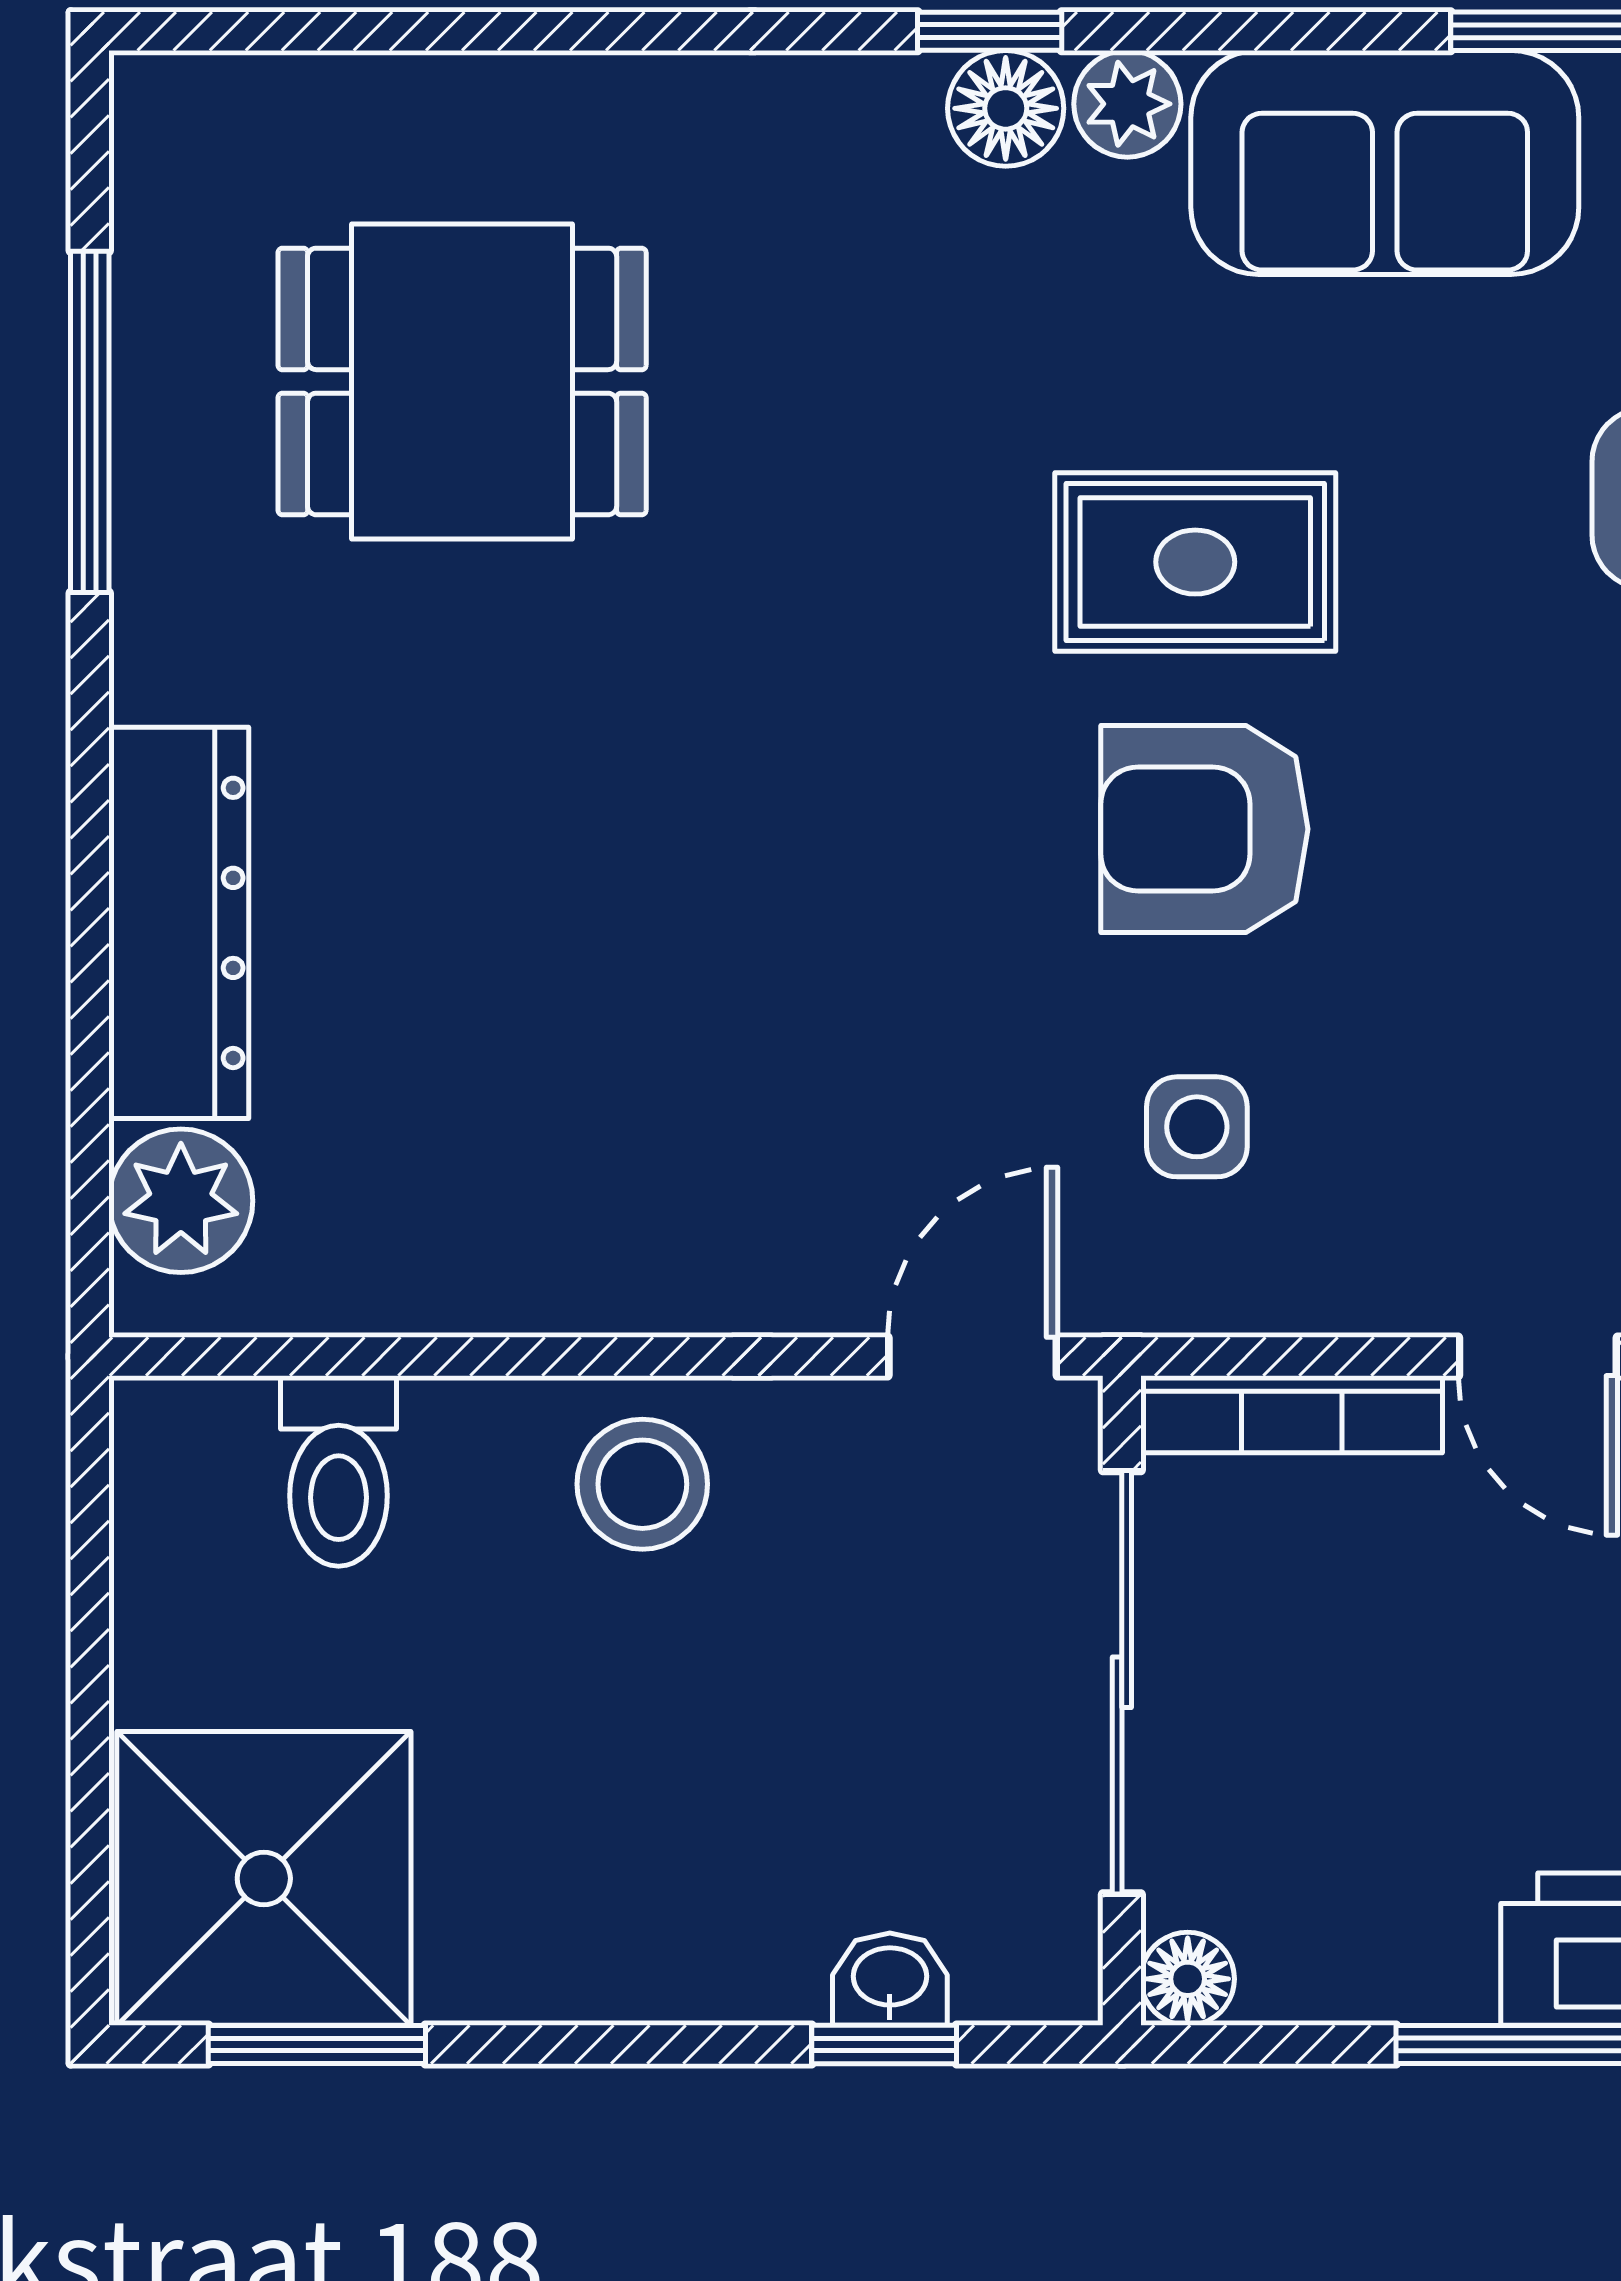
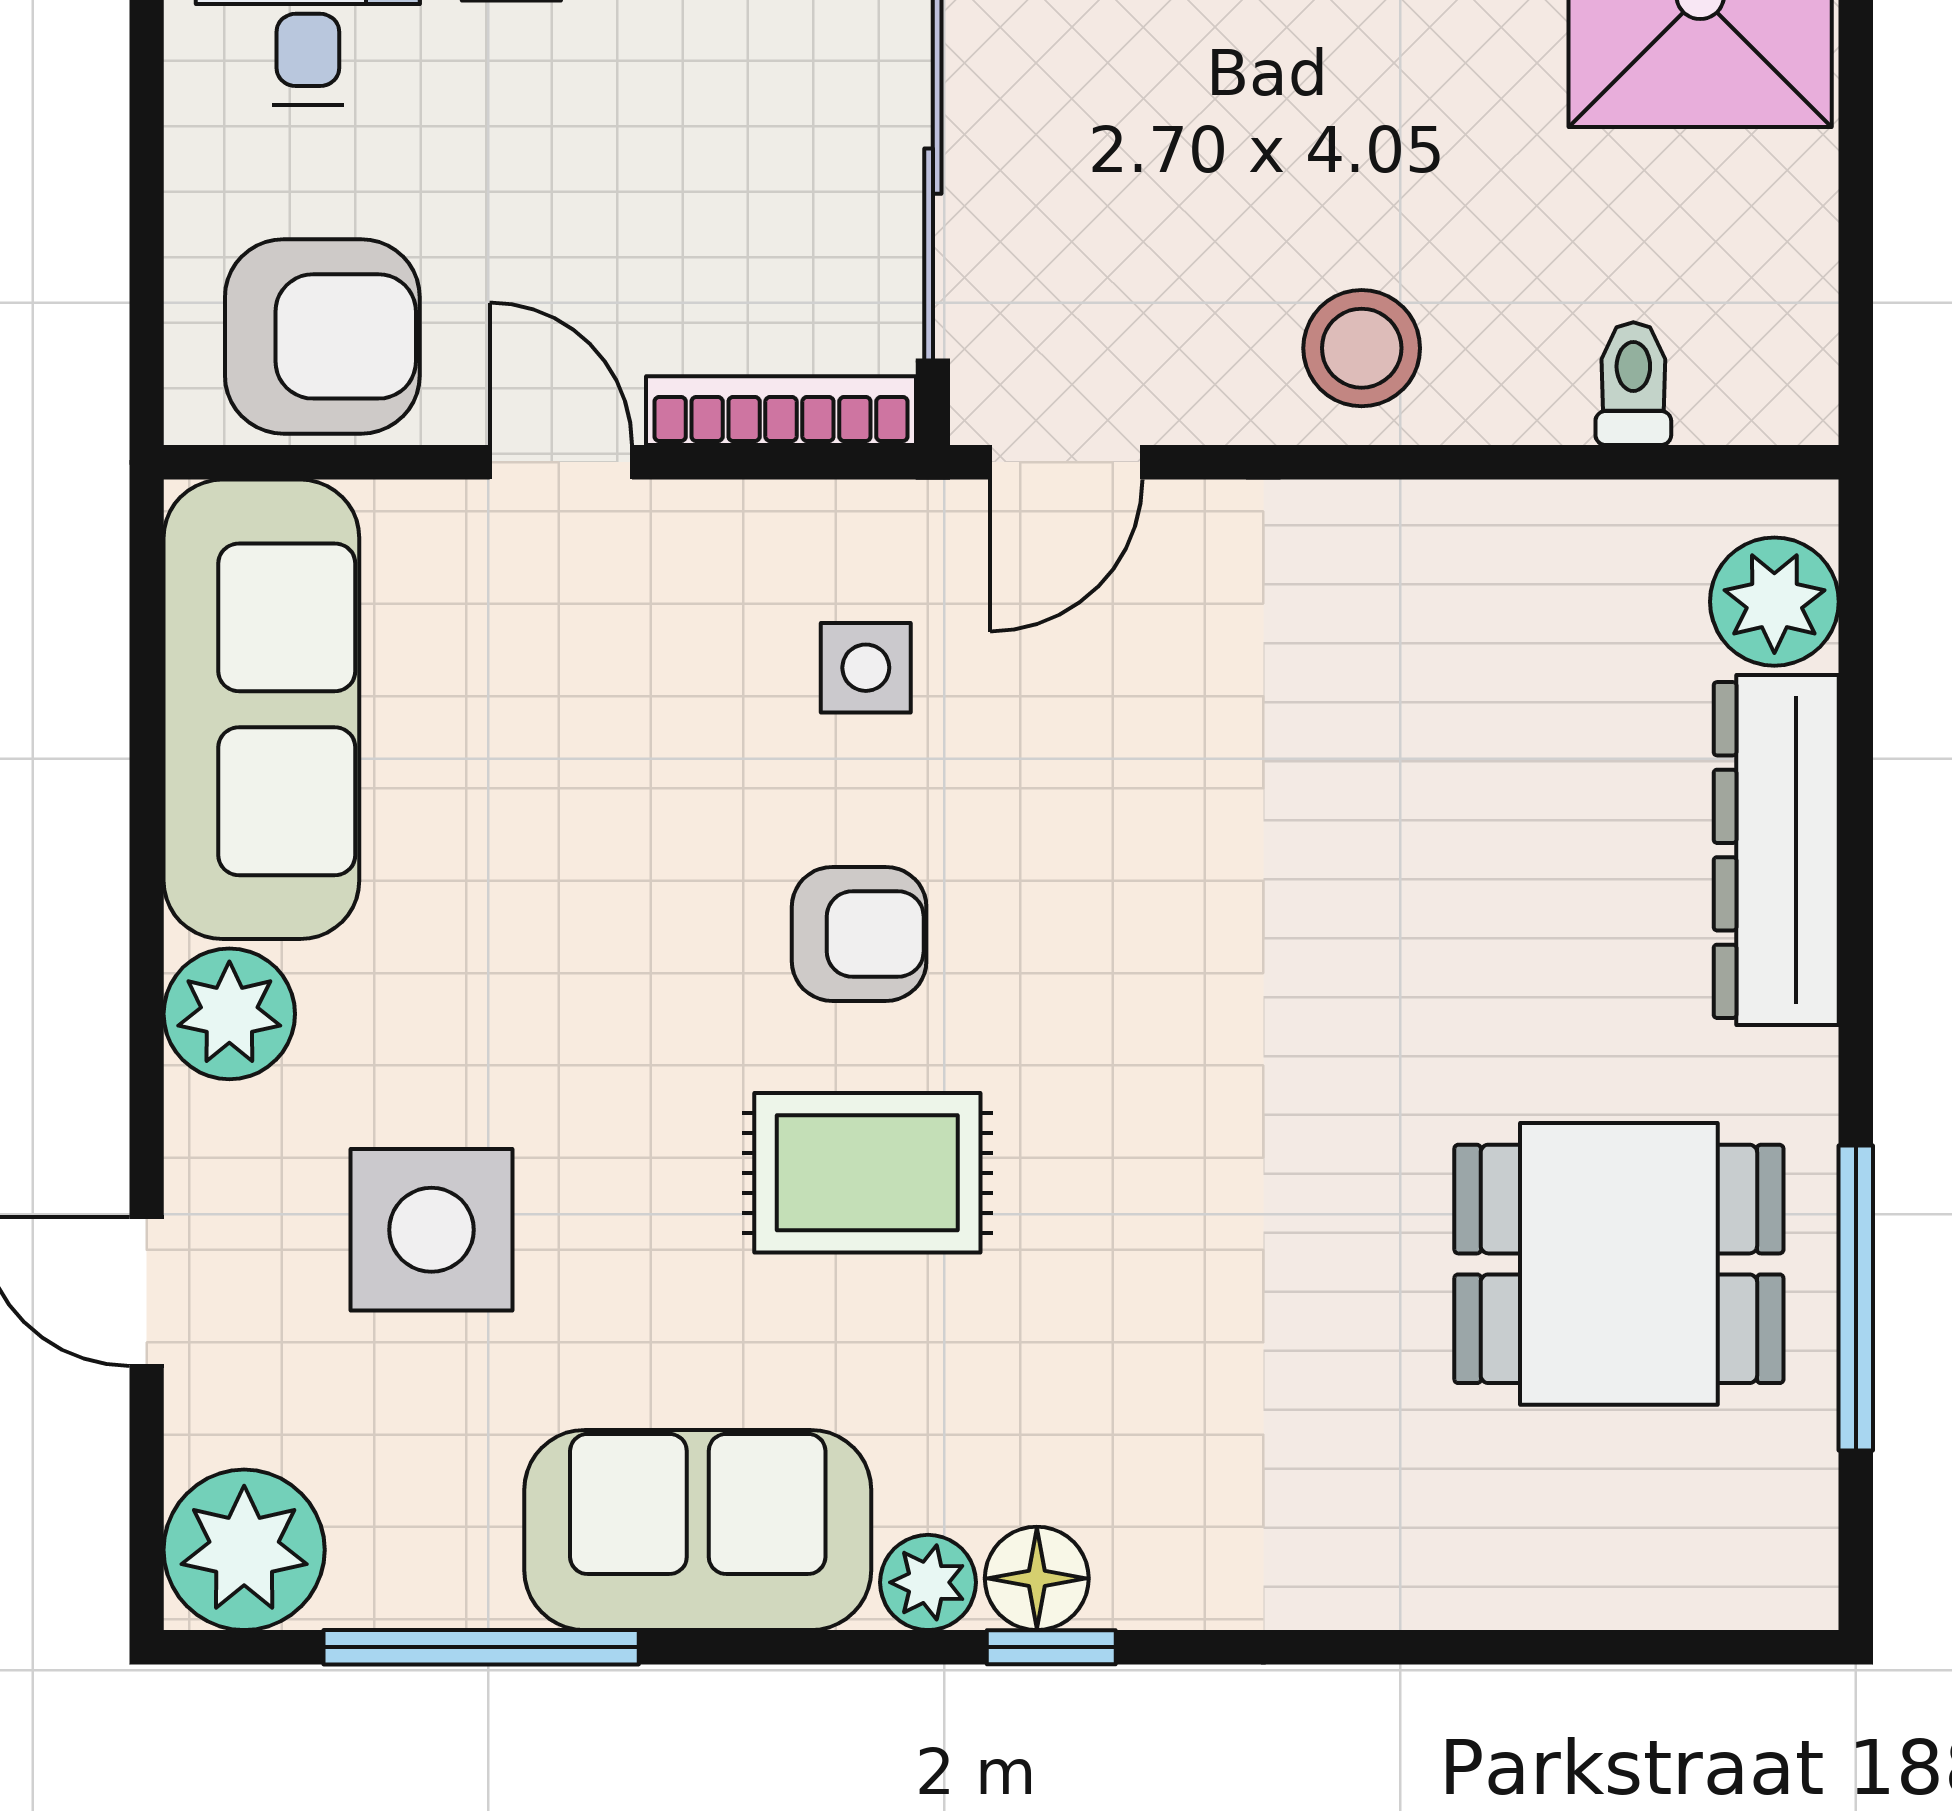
dining table: (462, 381) -> (1619, 1264), moved
armchair: (1204, 829) -> (859, 934), width x0.72, depth x0.72
toilet: (339, 1471) -> (1633, 384), width x0.73, depth x0.72

